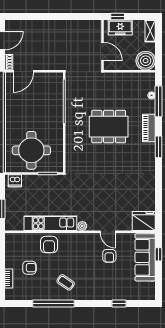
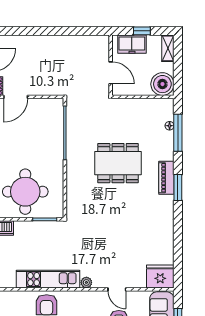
window: (118, 16) -> (142, 31), moved
piano: (149, 128) -> (166, 178), moved

